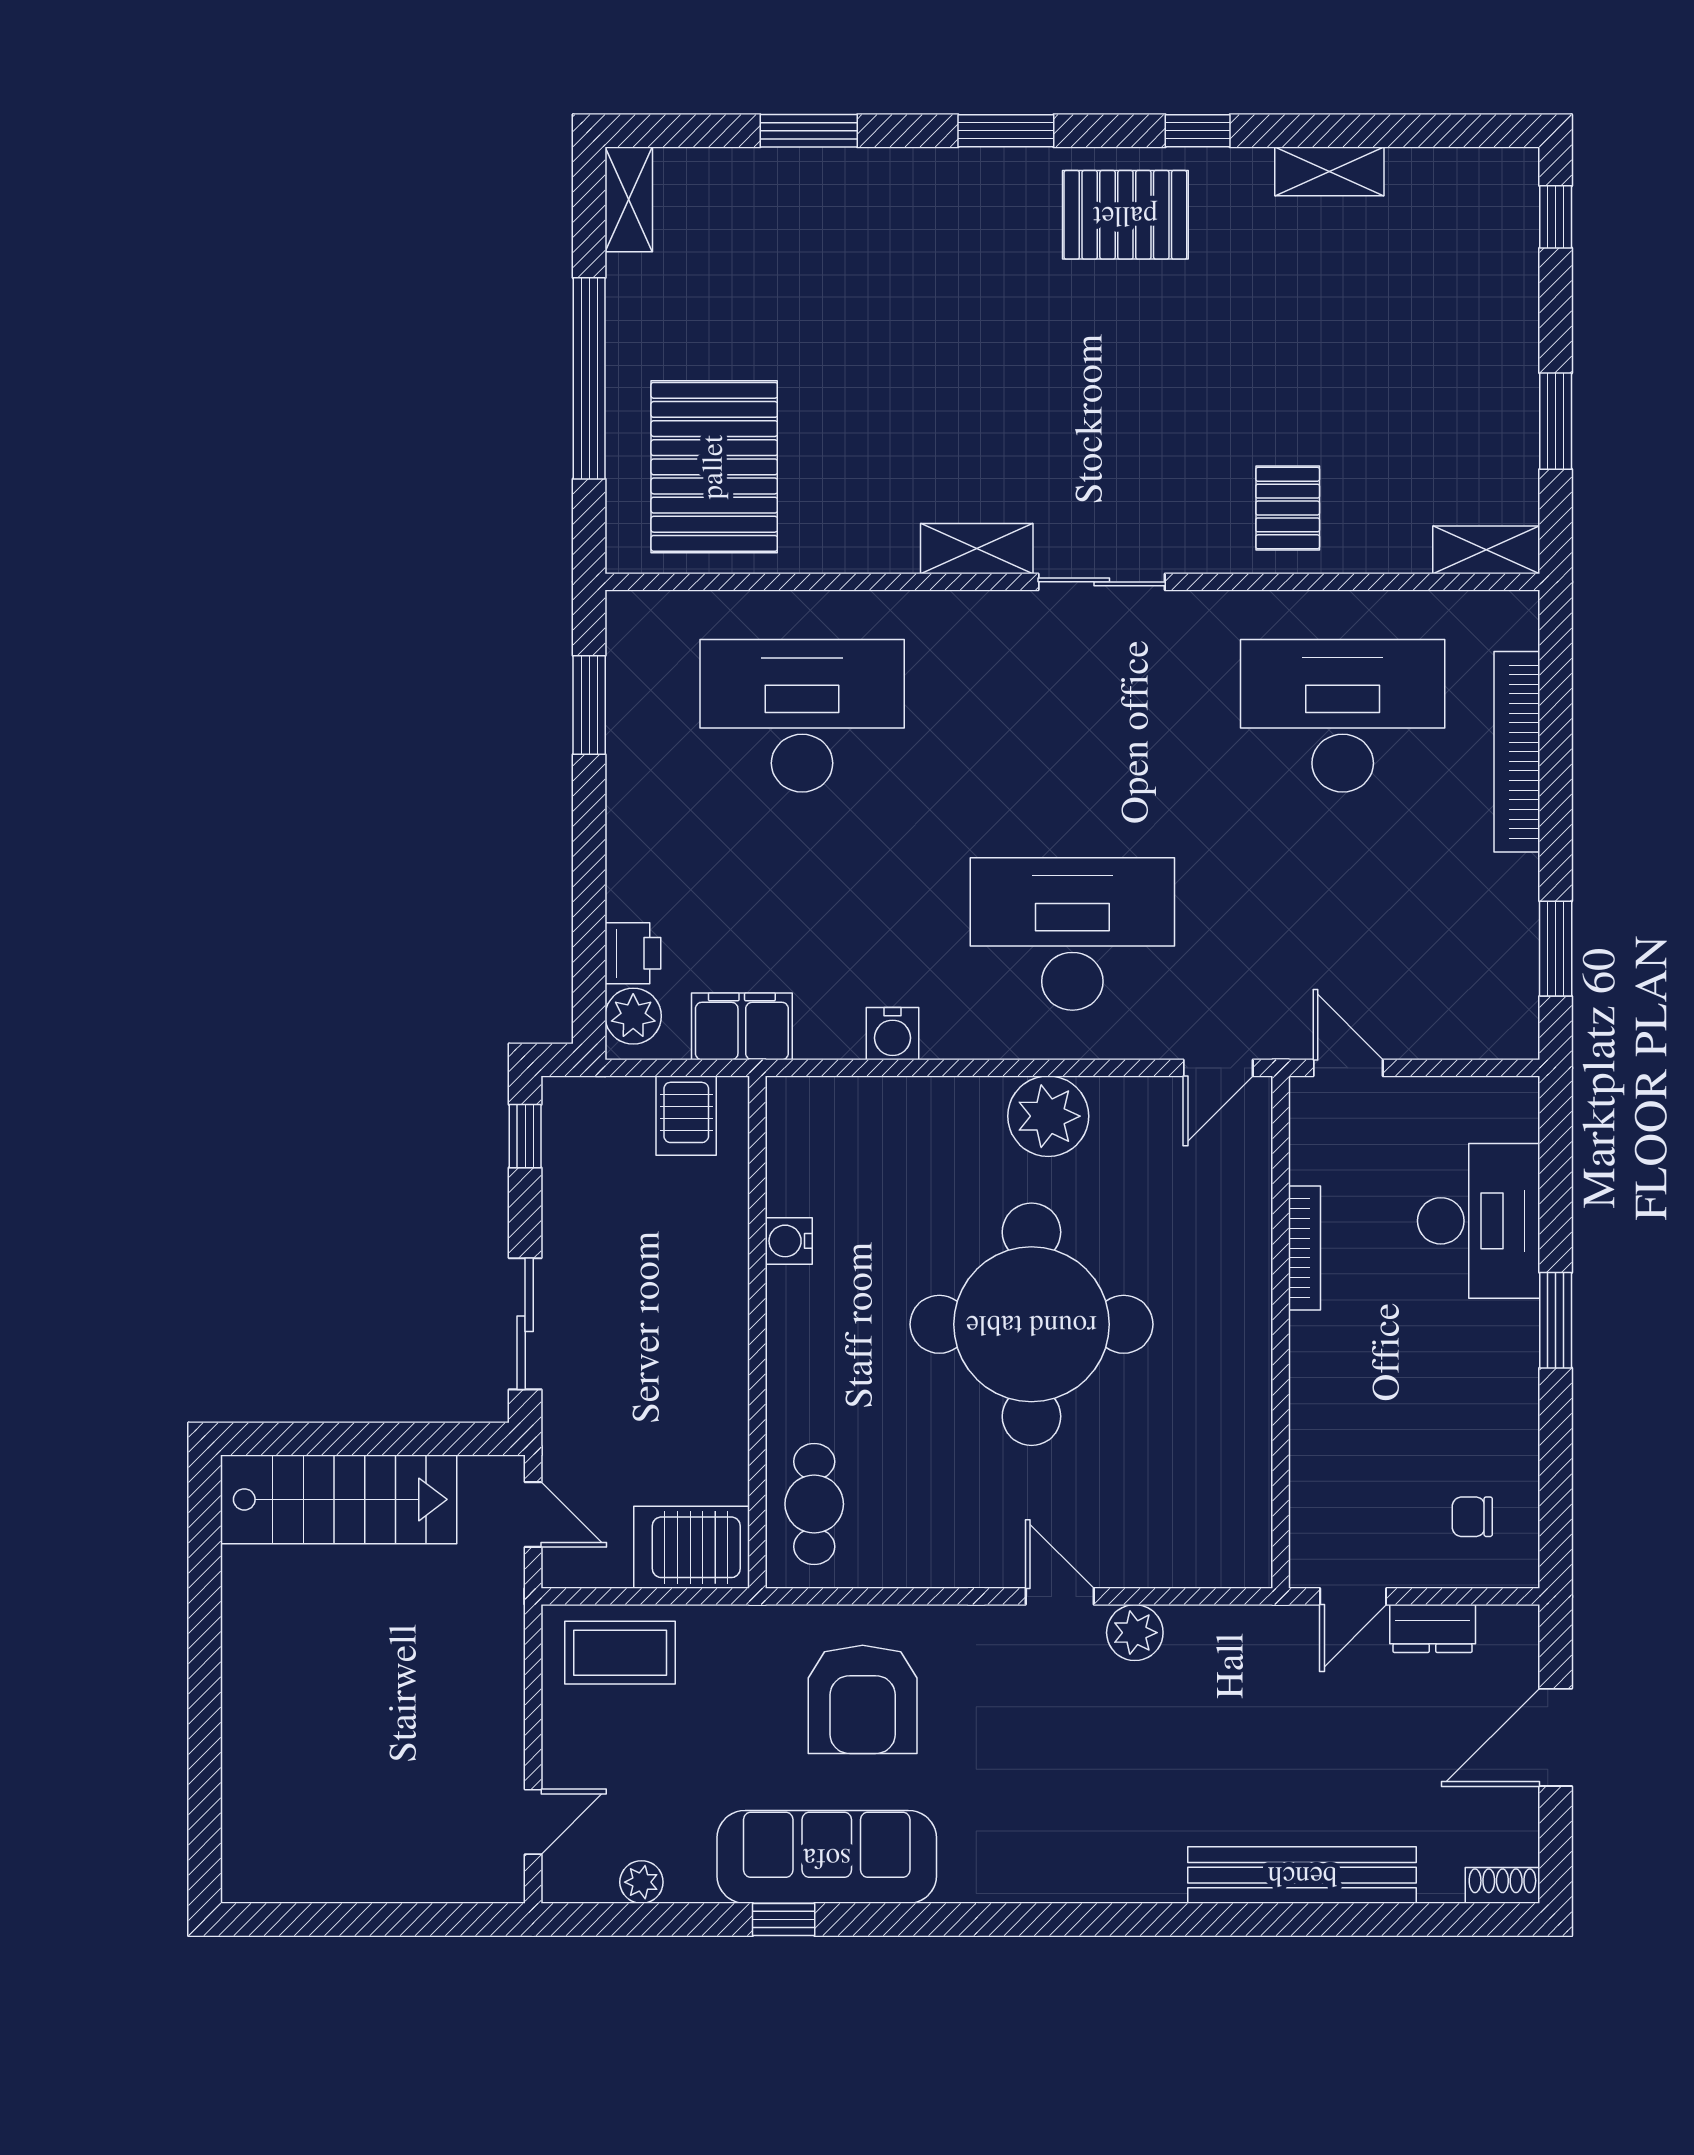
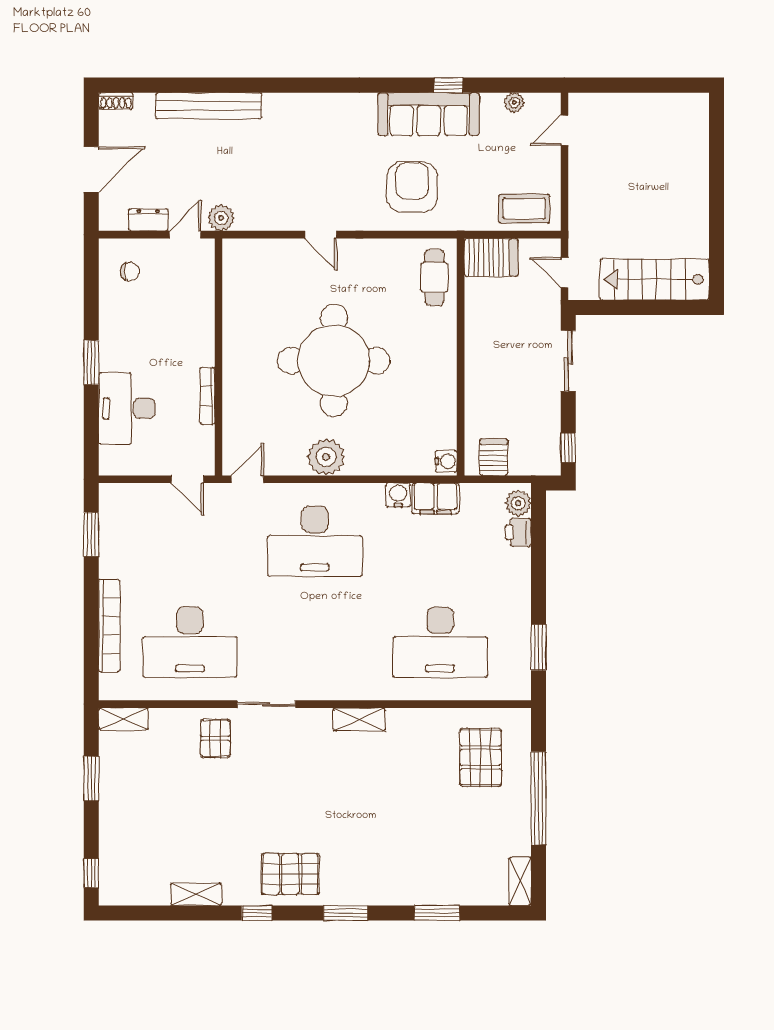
pallet: (714, 467) -> (481, 757), width x0.73, depth x0.71
sliding door: (1102, 582) -> (266, 704), moved
filing cabinet: (742, 1026) -> (436, 499), moved
water cooler: (789, 1241) -> (446, 461), moved
plant: (1135, 1633) -> (221, 218), moved

